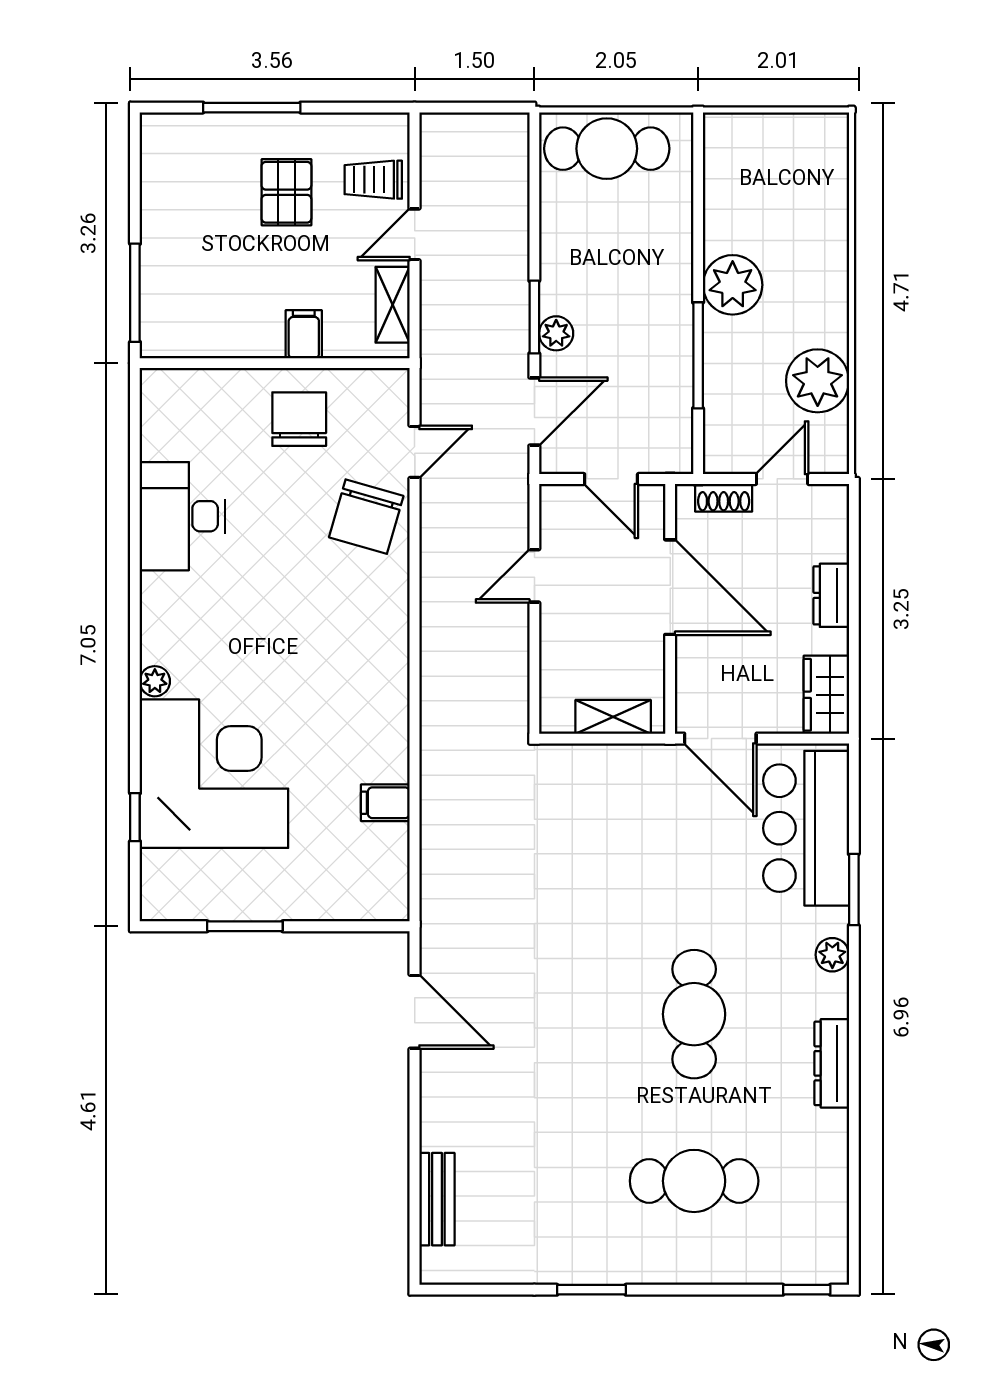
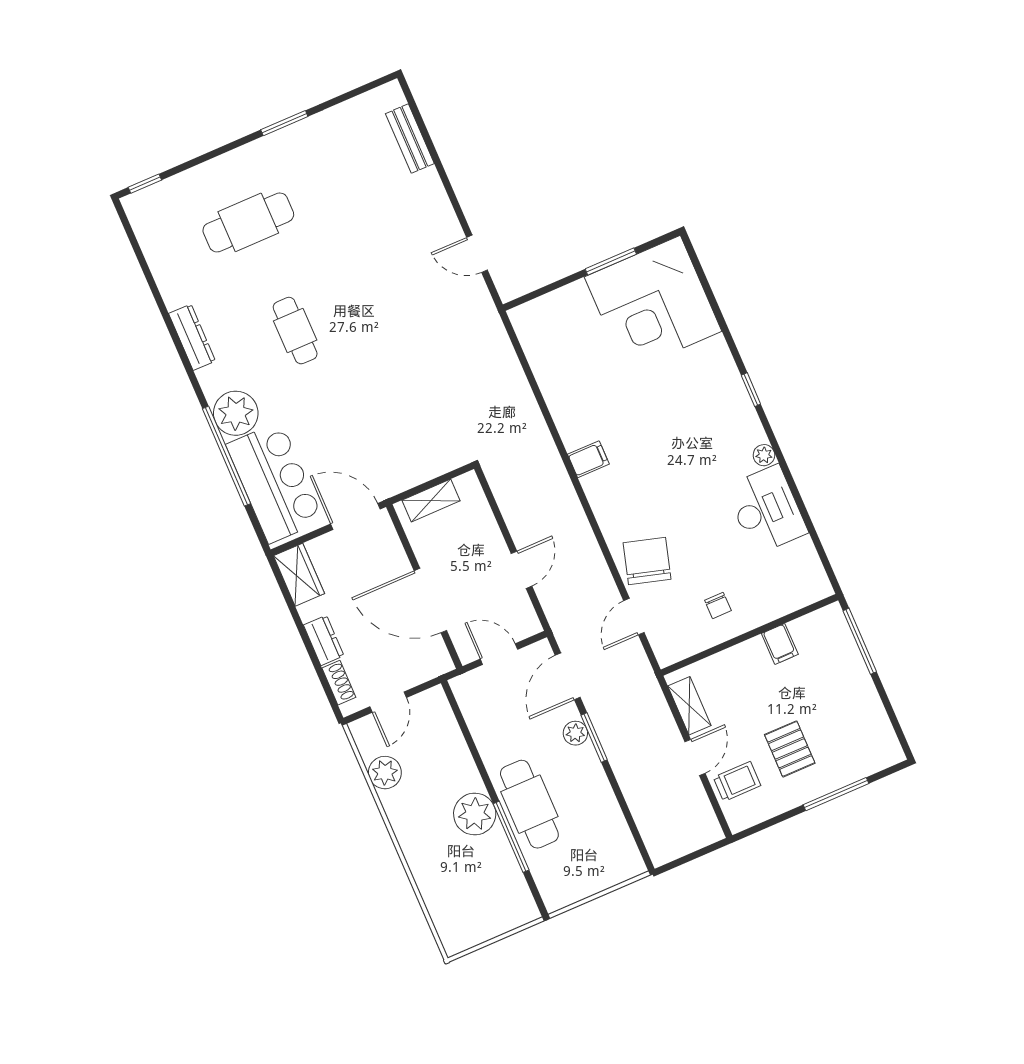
cafe table: (607, 149) -> (529, 804), moved, turned 90
filing cabinet: (304, 334) -> (780, 644), moved
window: (698, 355) -> (511, 837), moved
plant: (818, 381) -> (385, 773), width x0.73, depth x0.73
chair: (299, 419) -> (718, 605), width x0.54, depth x0.54
shoe rack: (724, 498) -> (339, 683), moved, turned 90
plant: (155, 681) -> (764, 455), moved
corner desk: (214, 774) -> (653, 304), moved
filing cabinet: (385, 803) -> (588, 459), moved
window: (135, 817) -> (751, 390), moved
window: (854, 890) -> (227, 456), width x2.11
plant: (832, 955) -> (236, 413), width x1.87, depth x1.87
door: (415, 1012) -> (477, 254), width x0.73
cafe table: (694, 1014) -> (295, 331), width x0.73, depth x0.74

